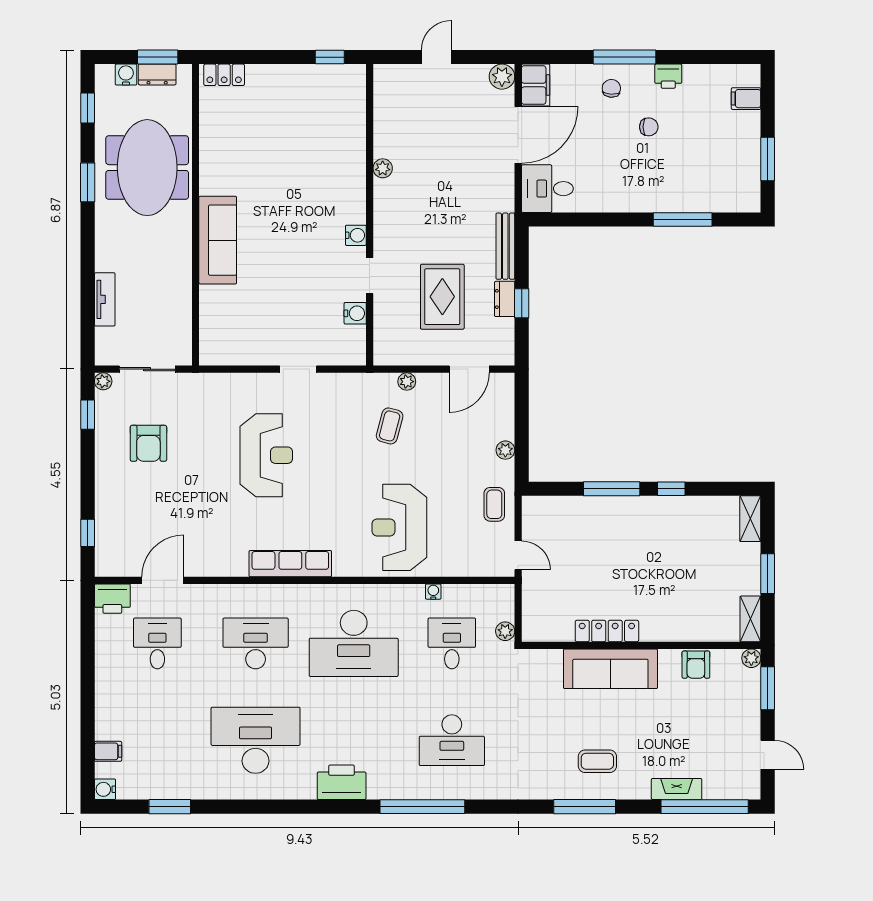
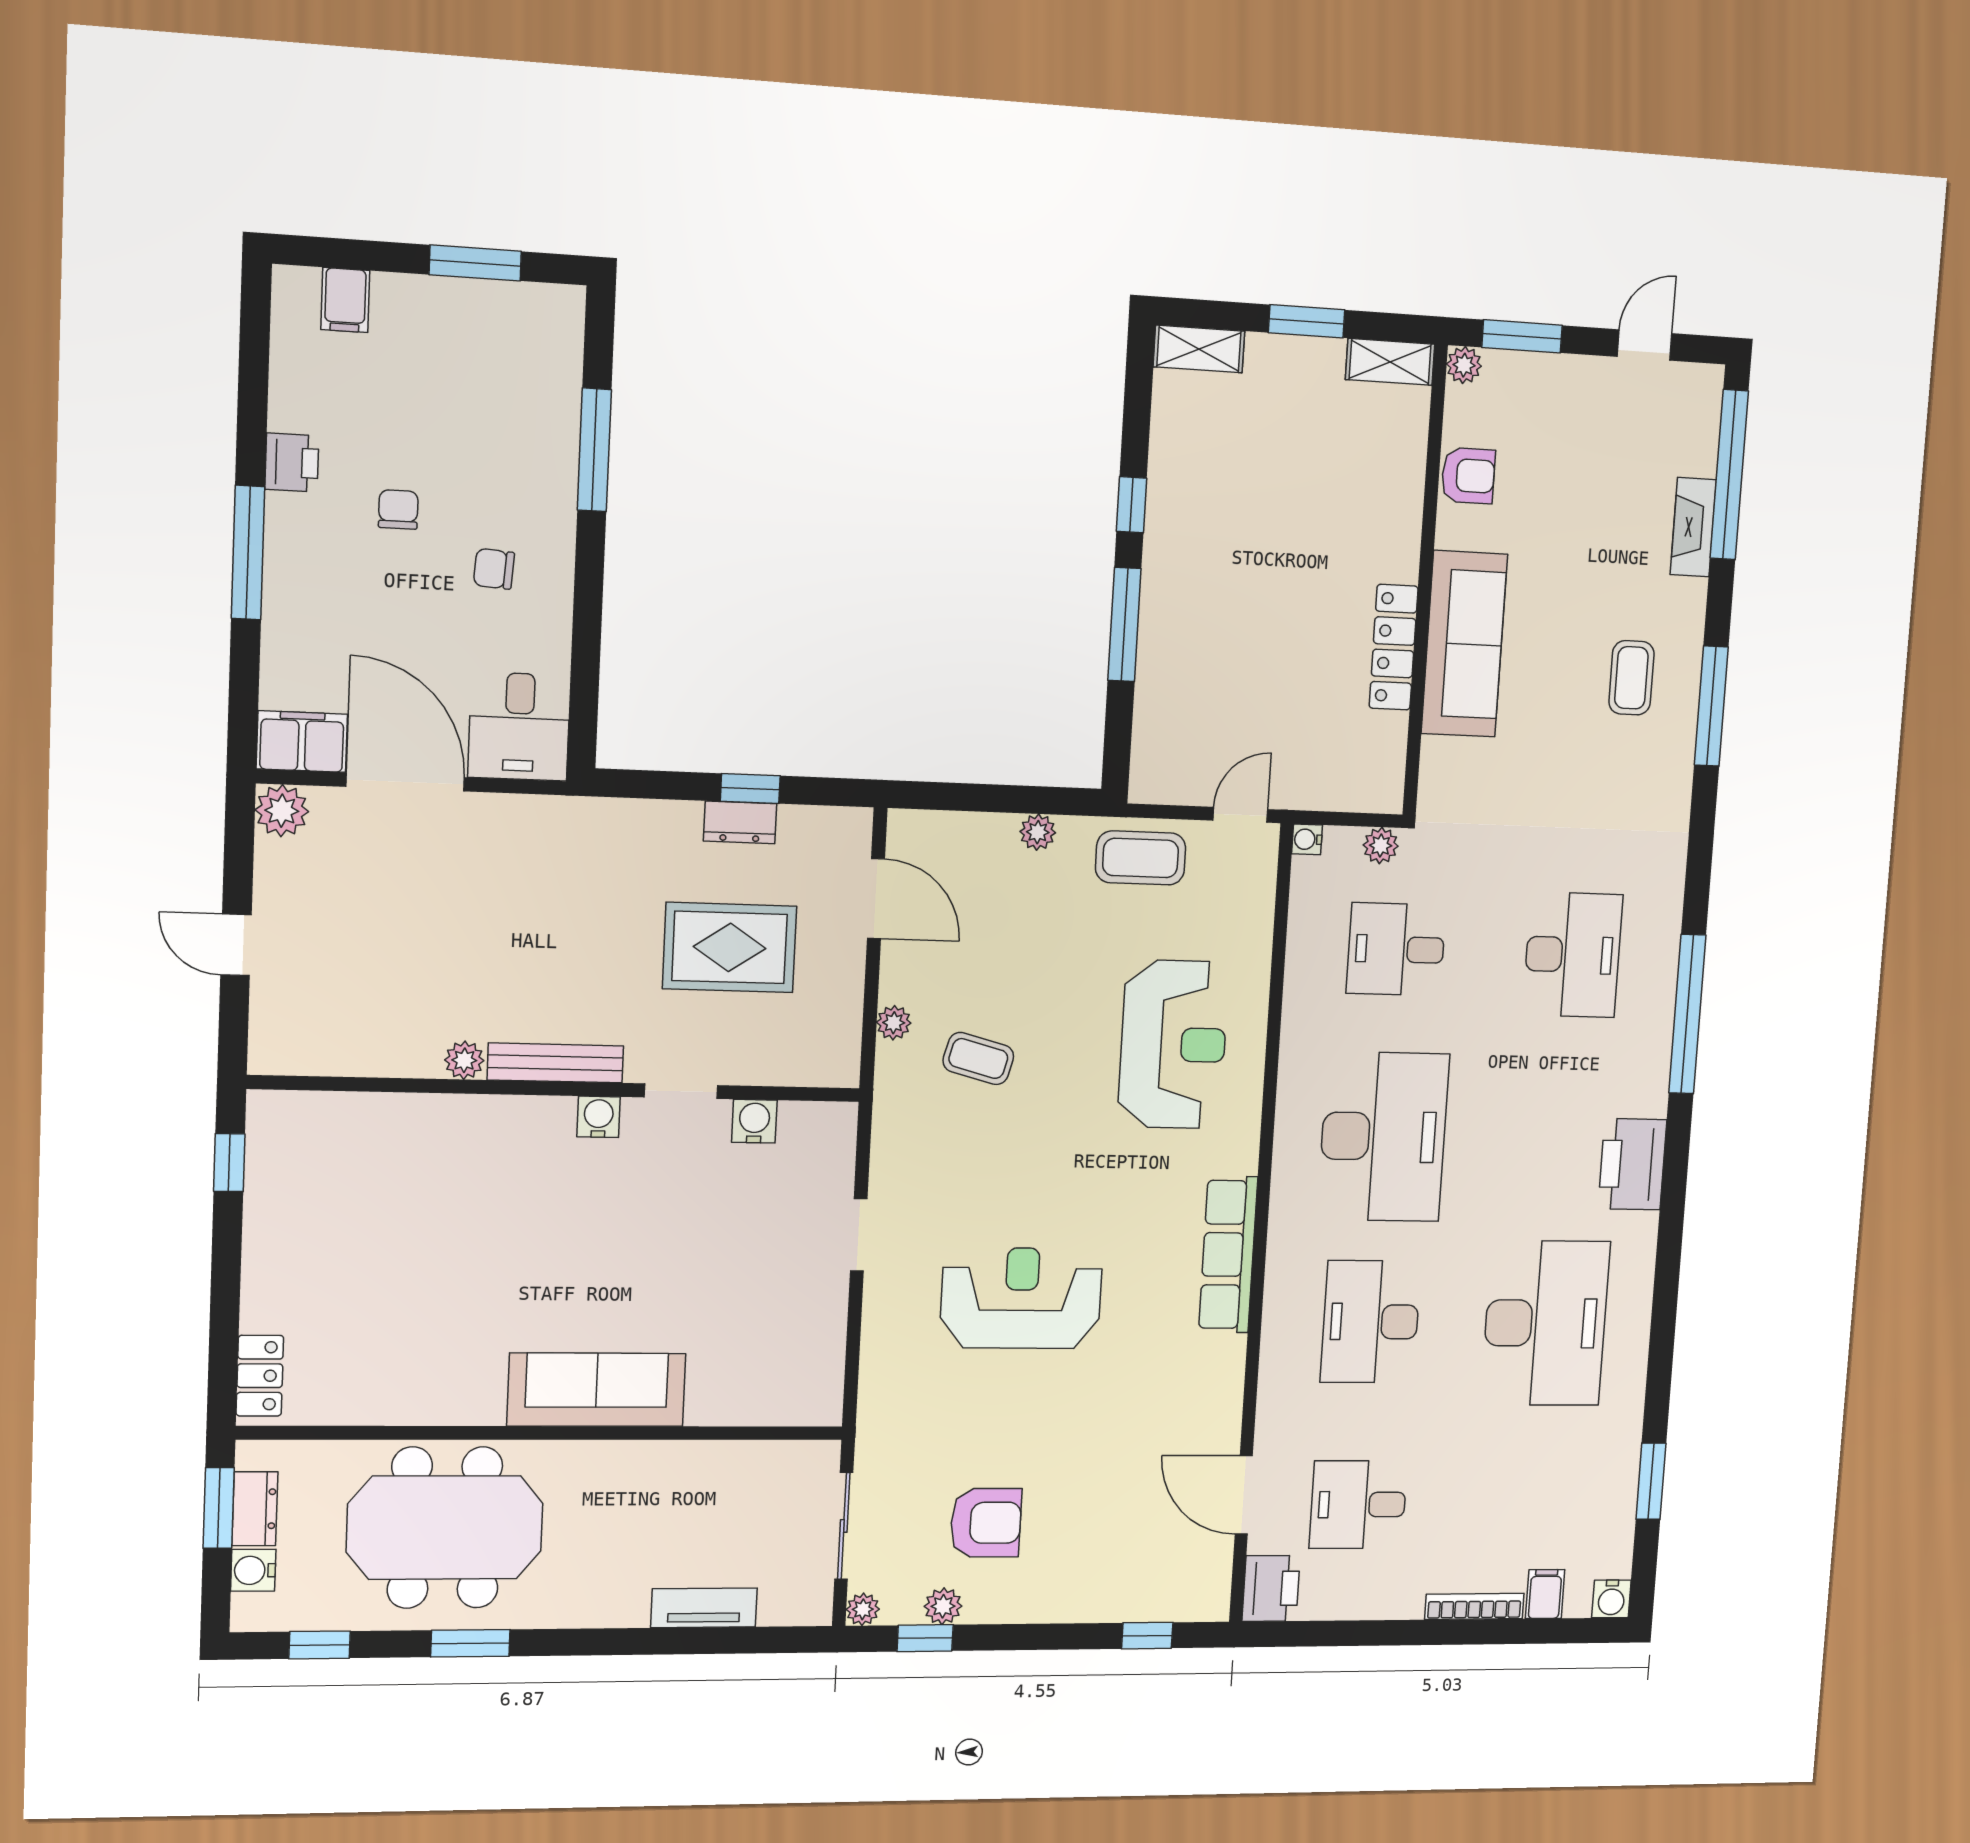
chair: (611, 88) -> (494, 569), moved
bench: (505, 246) -> (555, 1063), moved
plant: (104, 423) -> (943, 1606), added
coffee table: (494, 504) -> (1141, 858), width x1.36, depth x1.30
reception desk: (399, 527) -> (1173, 1044), turned -90
water cooler: (433, 592) -> (1307, 839), moved
bookcase: (102, 712) -> (1474, 1606), added
desk: (256, 740) -> (1545, 1323), turned 180

